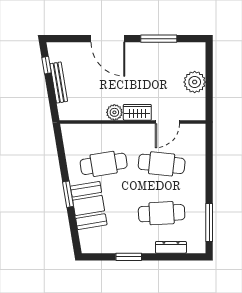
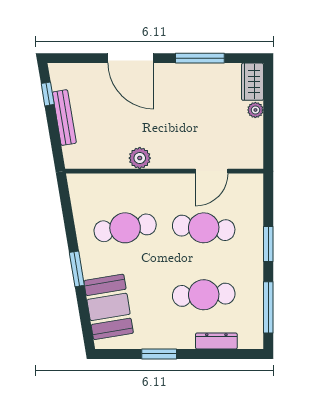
plant: (195, 82) -> (255, 110), width x0.53, depth x0.53
wardrobe: (137, 112) -> (252, 82), moved, turned -90
window: (209, 176) -> (268, 244), added
booth: (89, 205) -> (109, 307), moved

